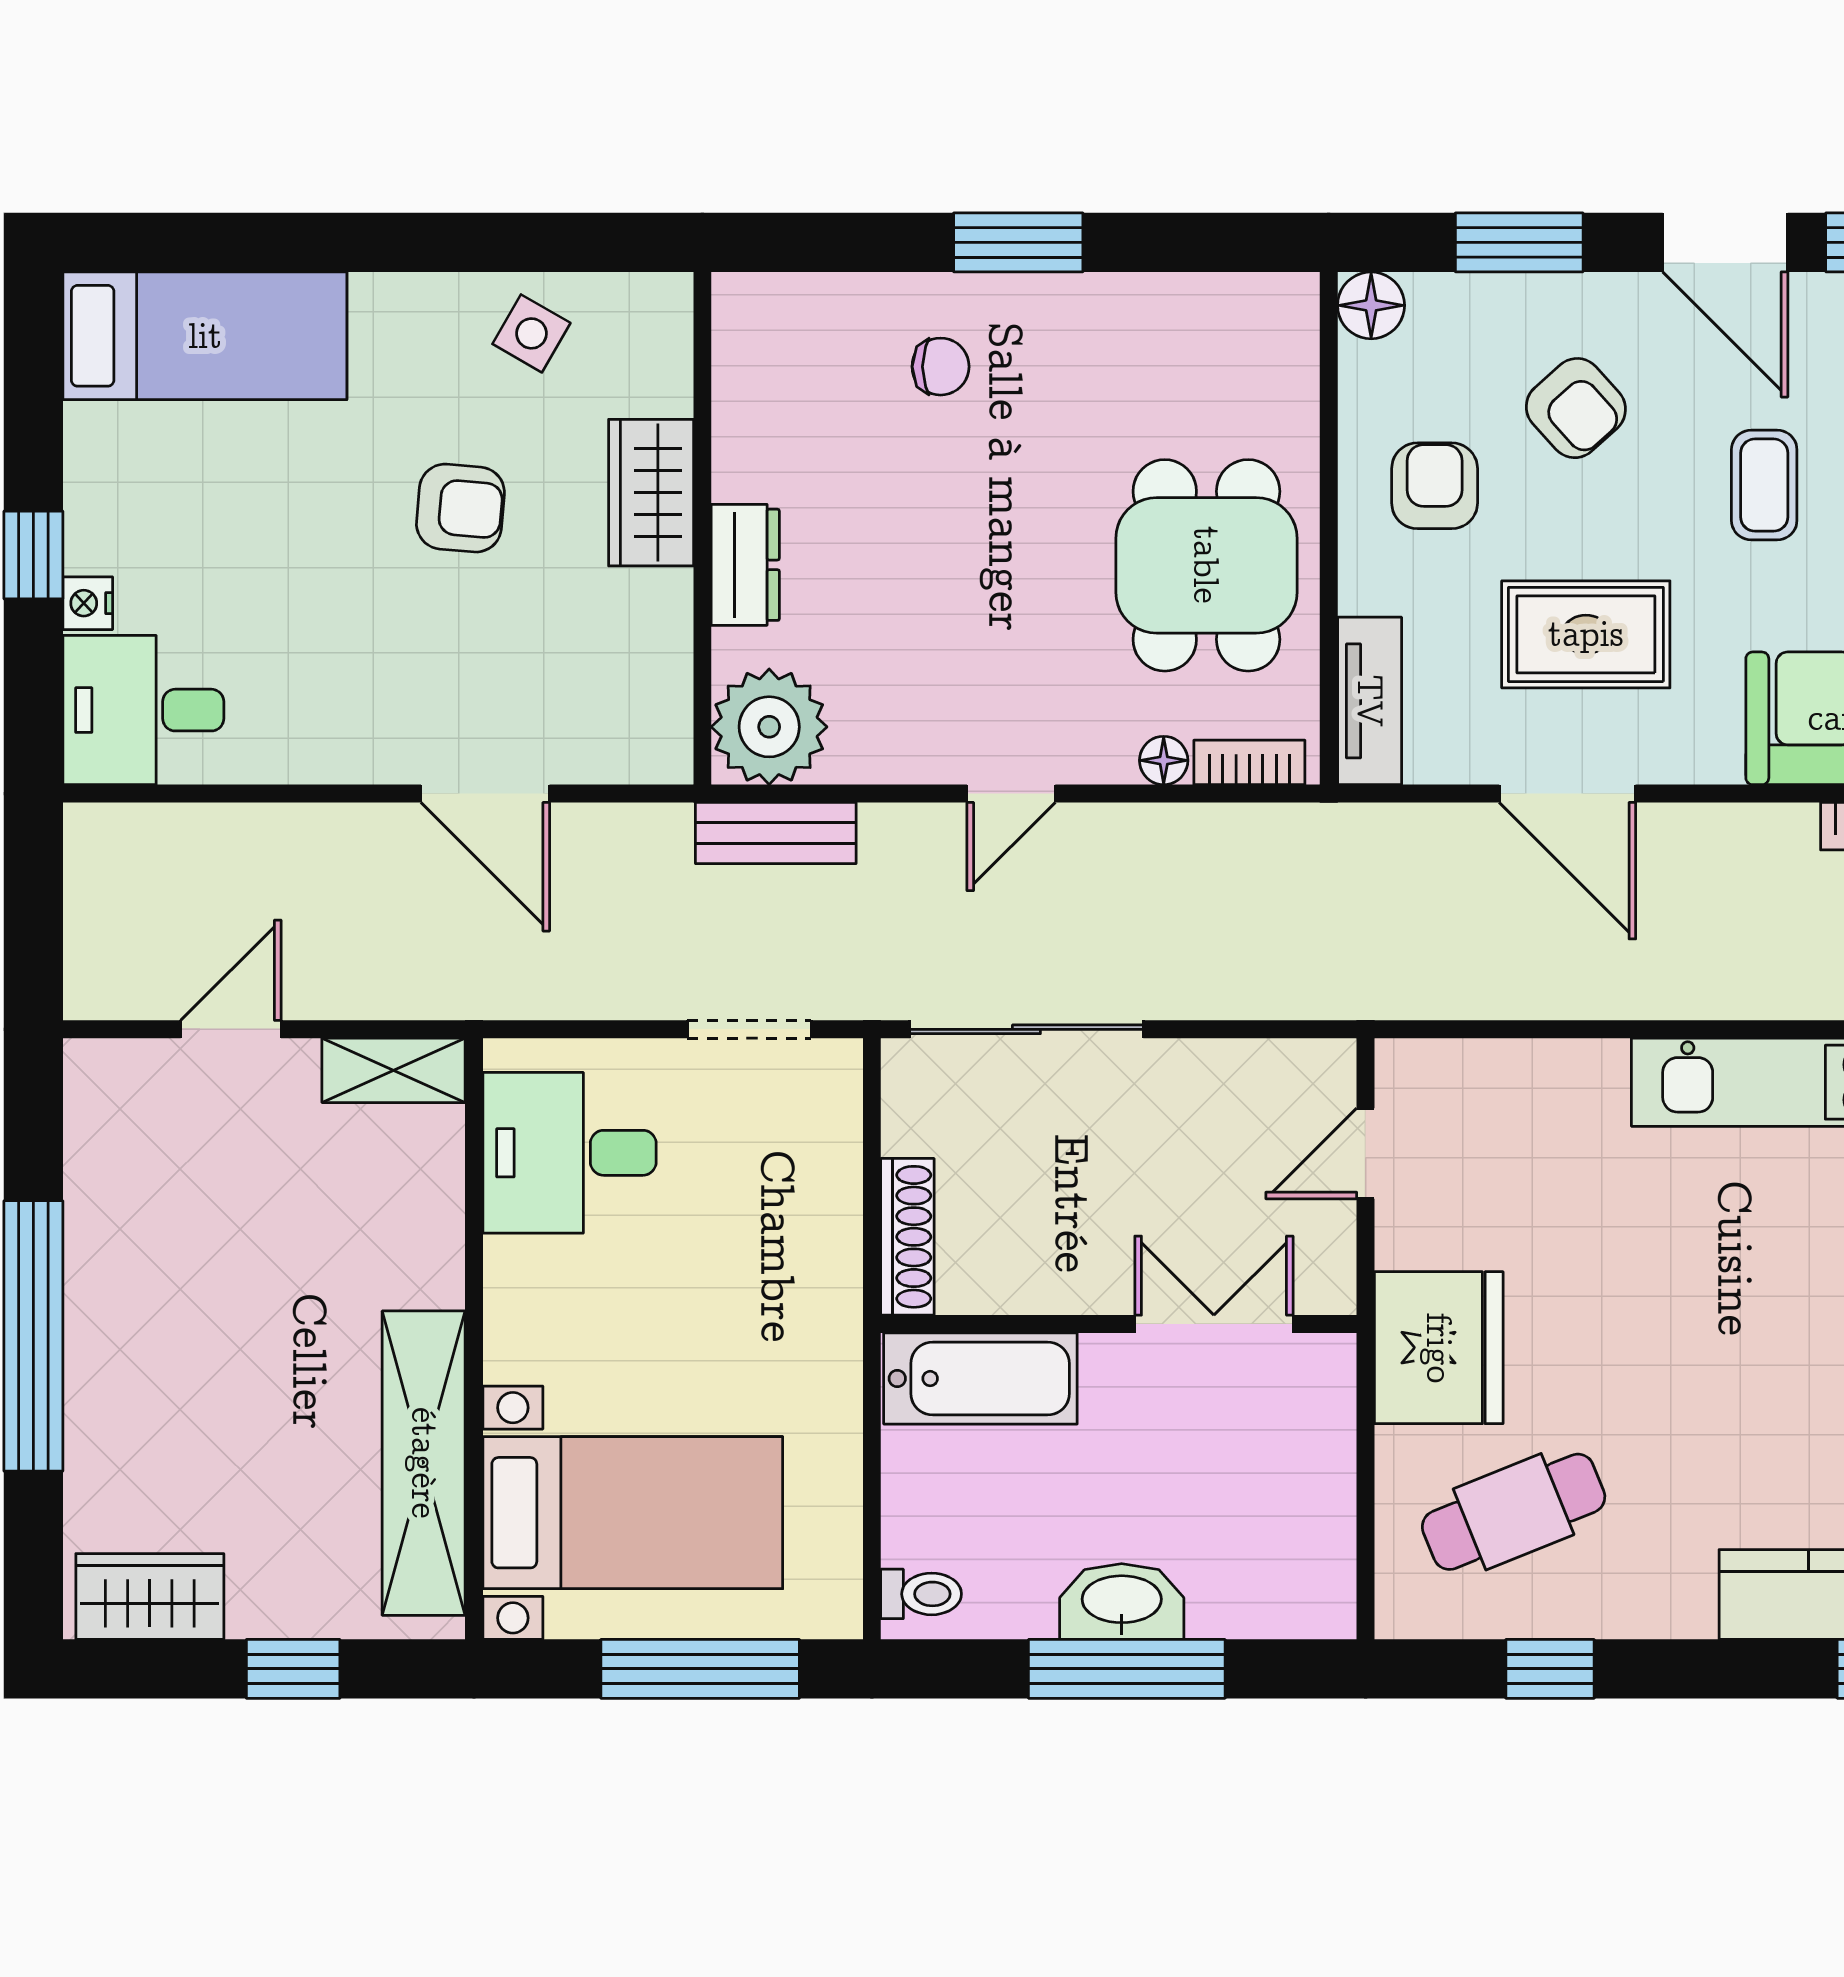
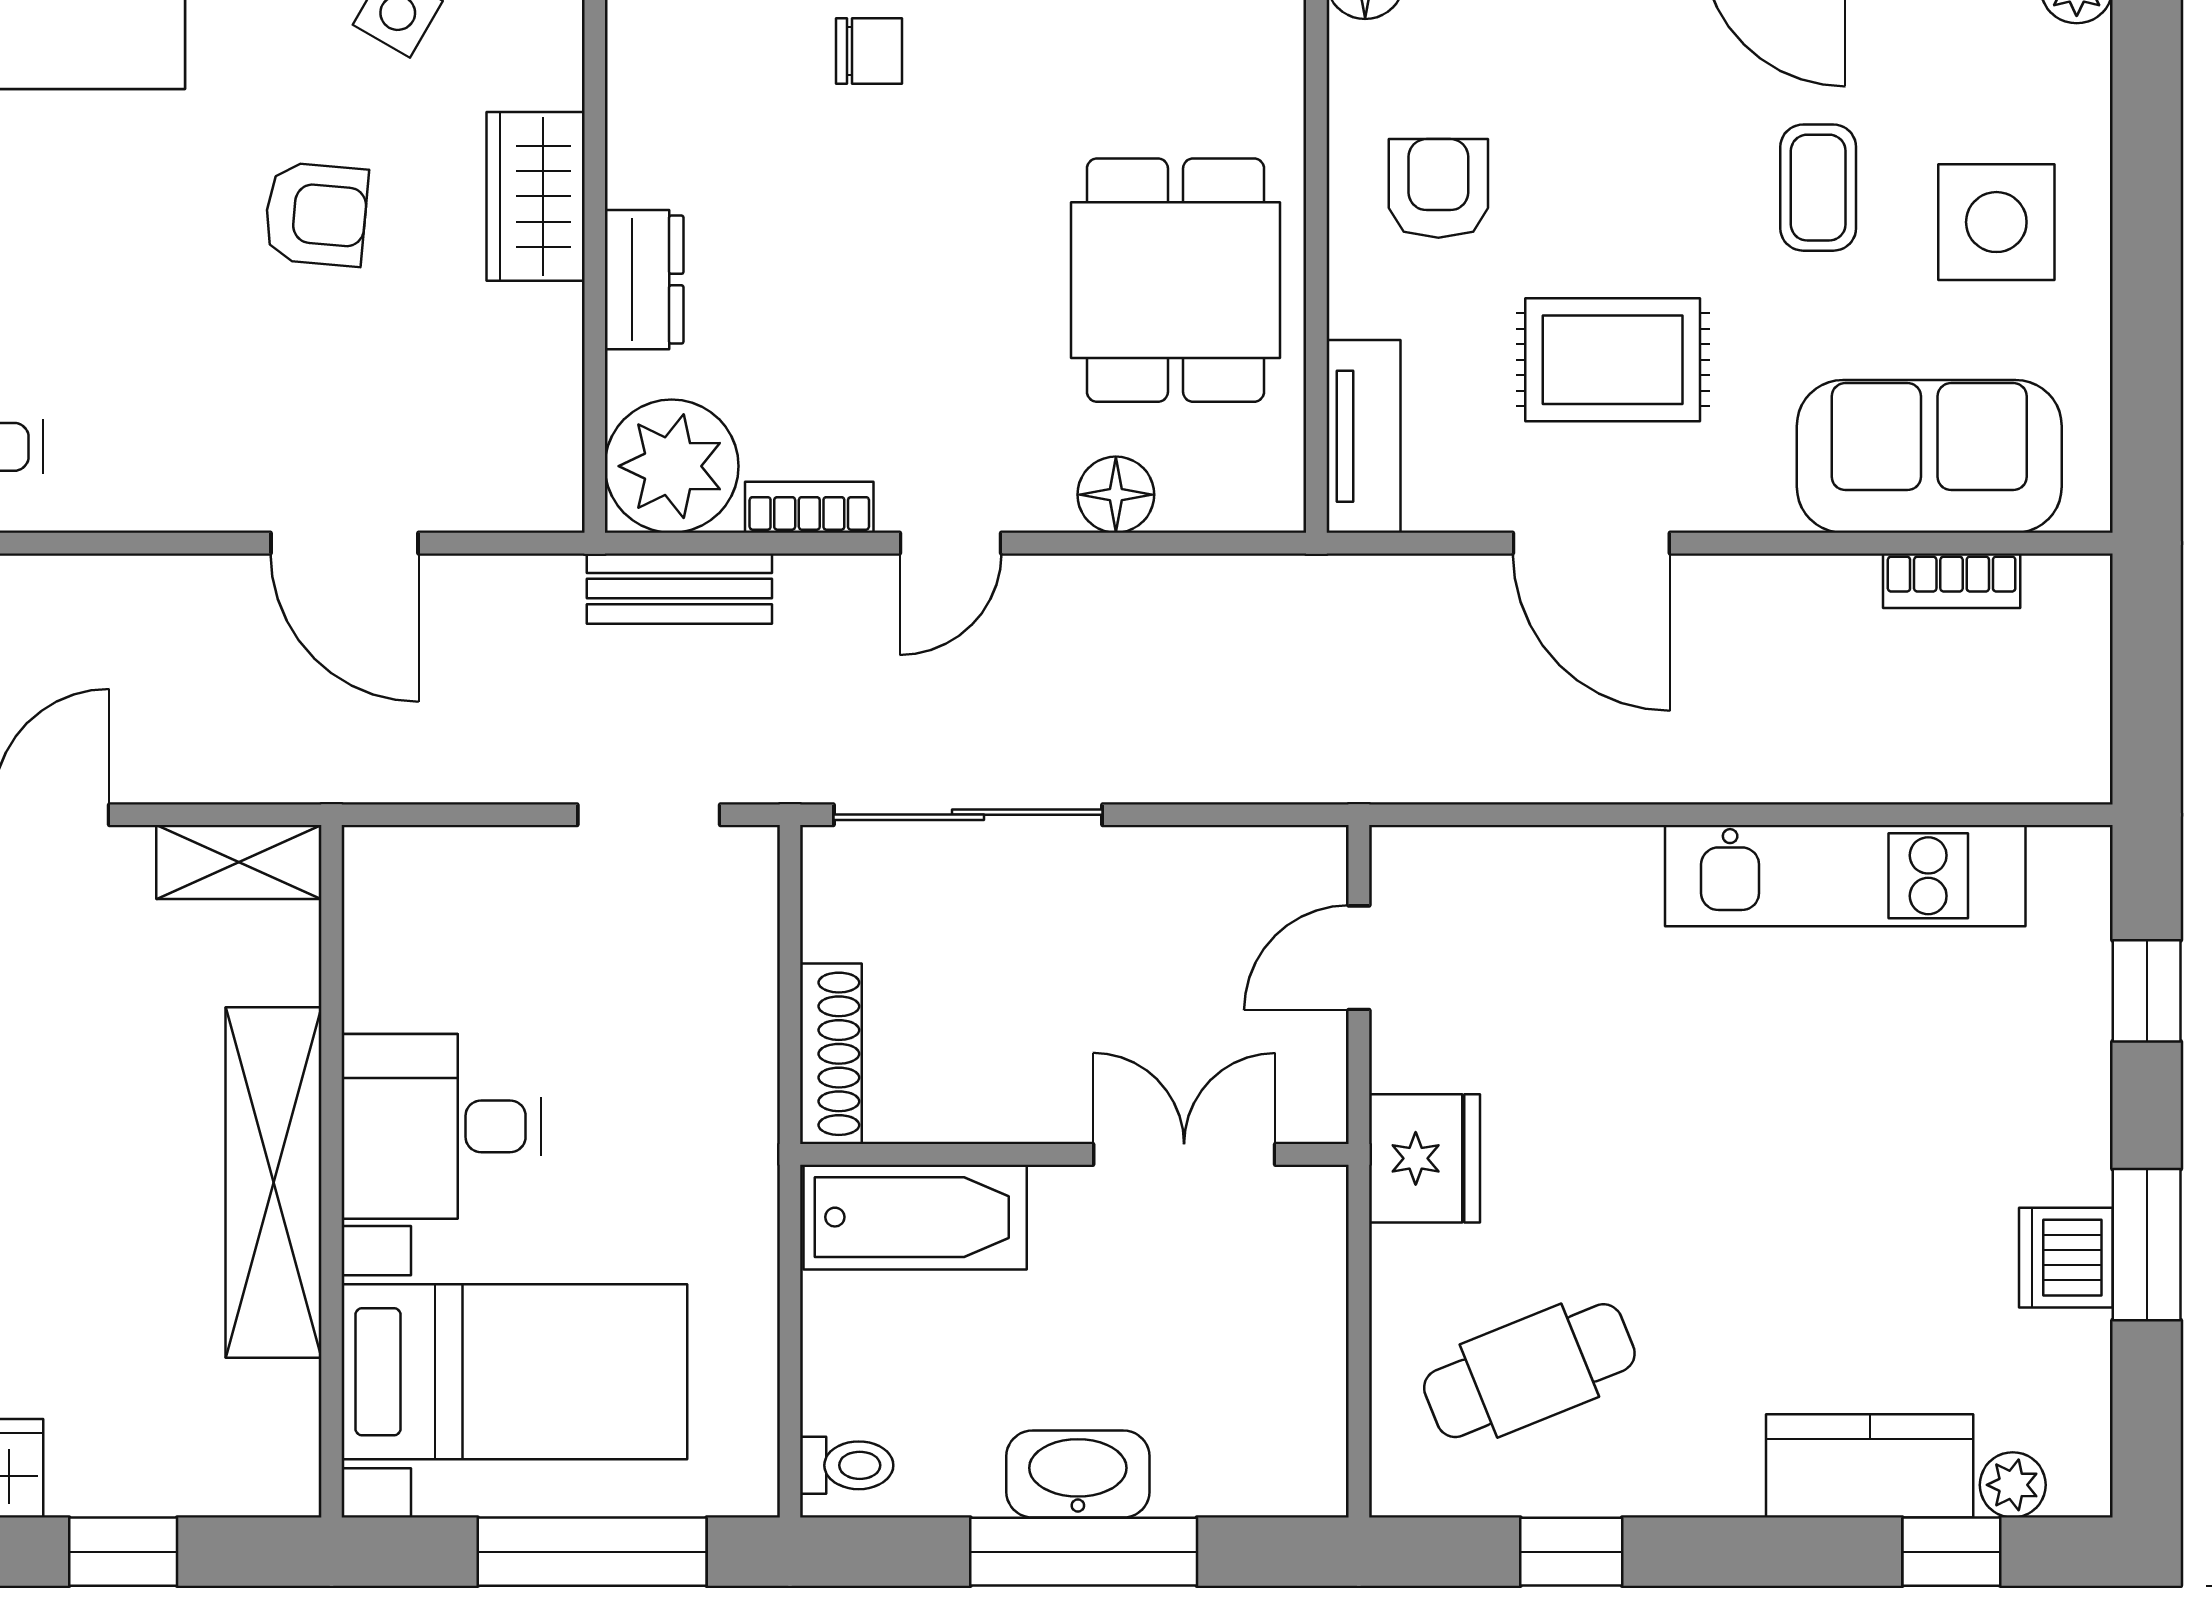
armchair: (1576, 408) -> (1601, 99), removed
floor lamp: (1164, 760) -> (1116, 495), width x1.37, depth x1.37
bookcase: (1249, 762) -> (809, 507), moved
desk: (569, 1153) -> (442, 1126), moved
fridge: (1439, 1348) -> (1424, 1158), width x0.73, depth x0.75
shelving: (424, 1463) -> (274, 1182), moved

